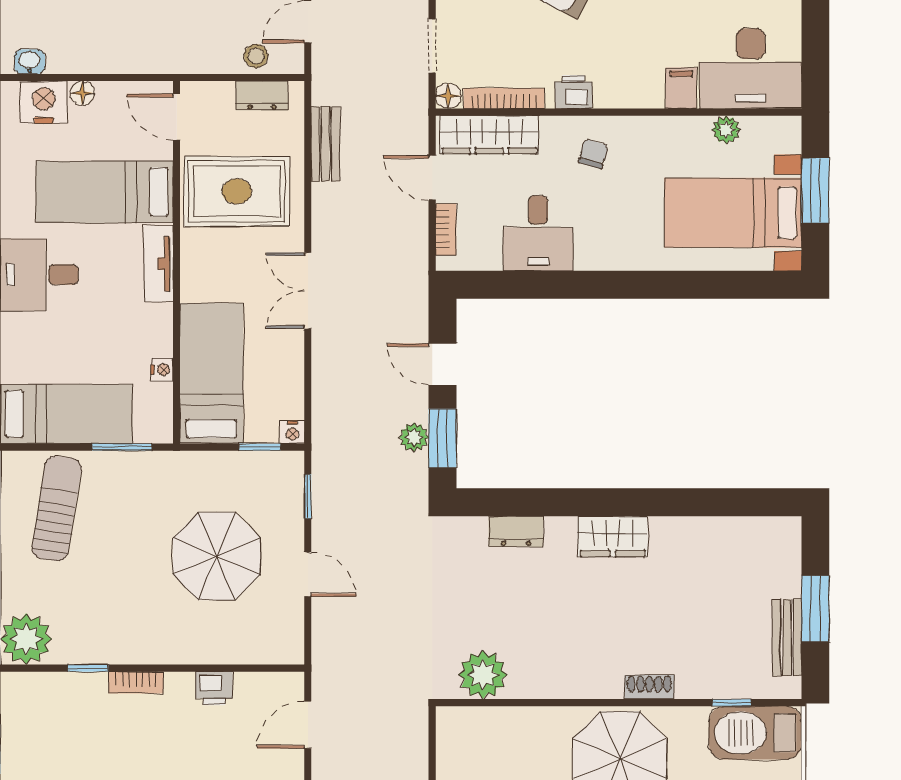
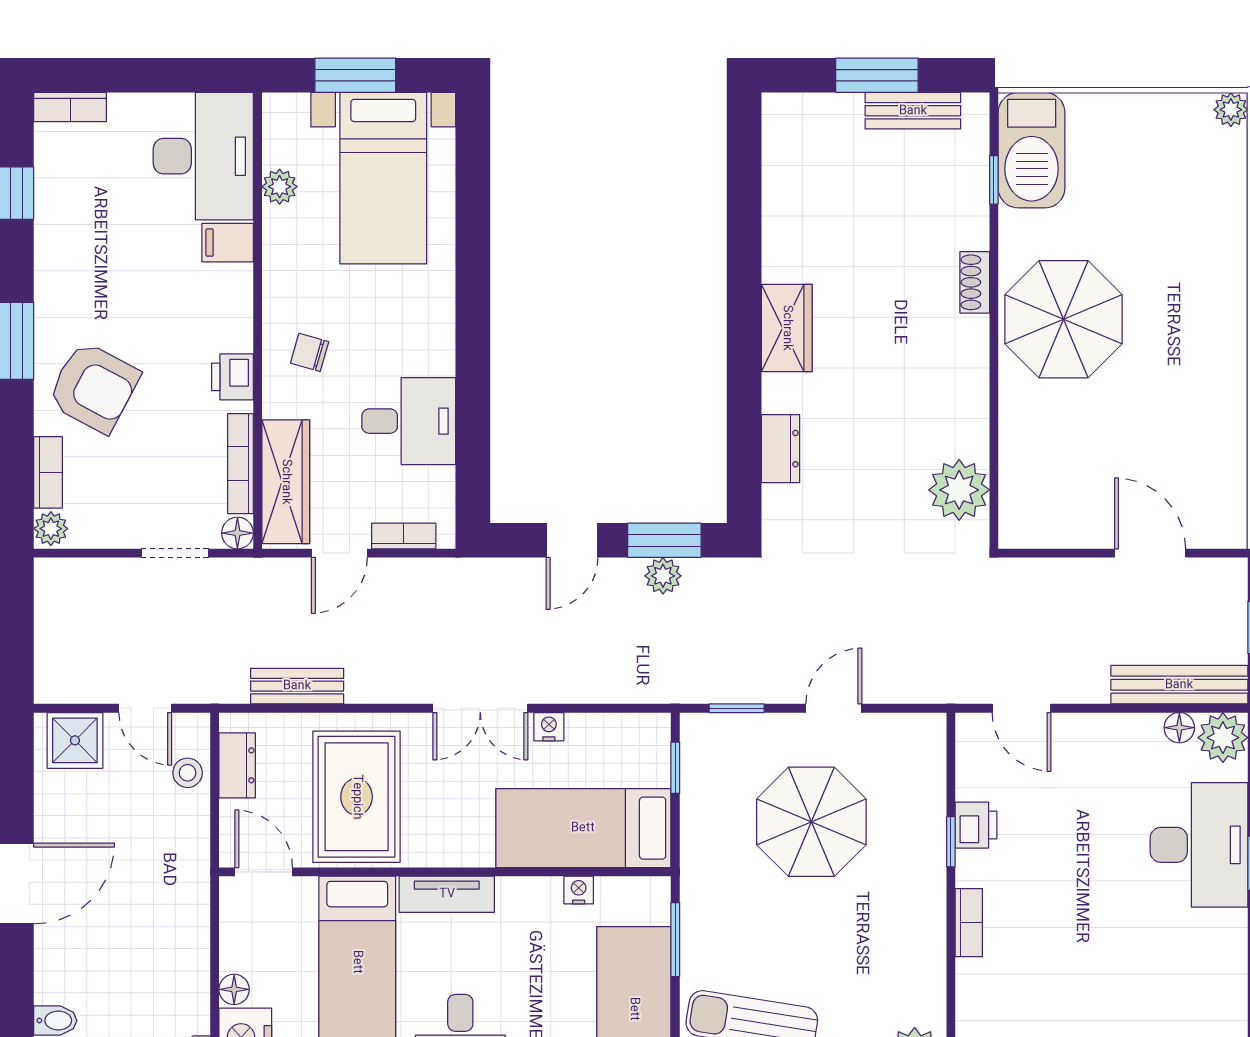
door: (177, 117) -> (264, 872), swing flipped
nightstand: (292, 432) -> (549, 727), moved, turned -90
window: (88, 668) -> (951, 842), moved

